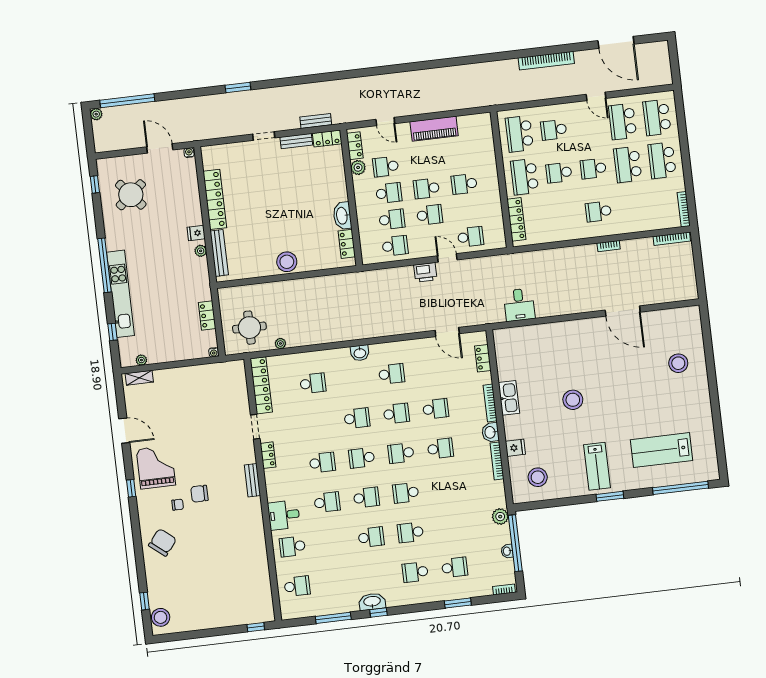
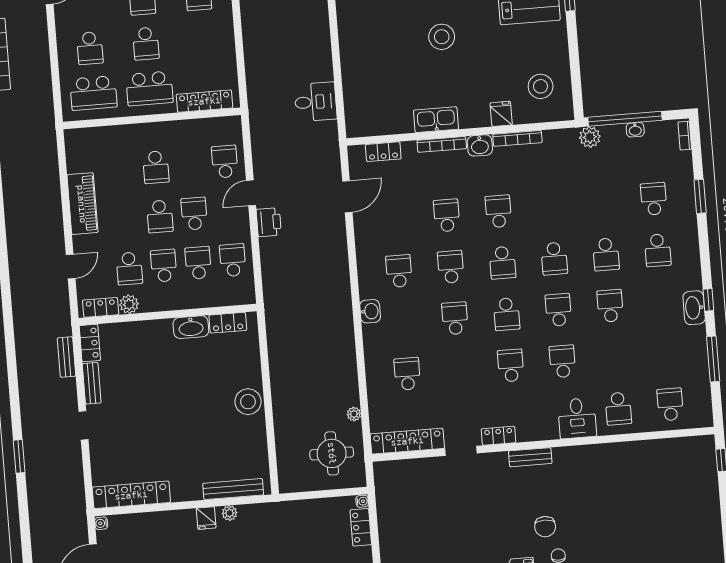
locker: (215, 199) -> (131, 495), moved
locker: (207, 315) -> (361, 527), moved, turned 90

